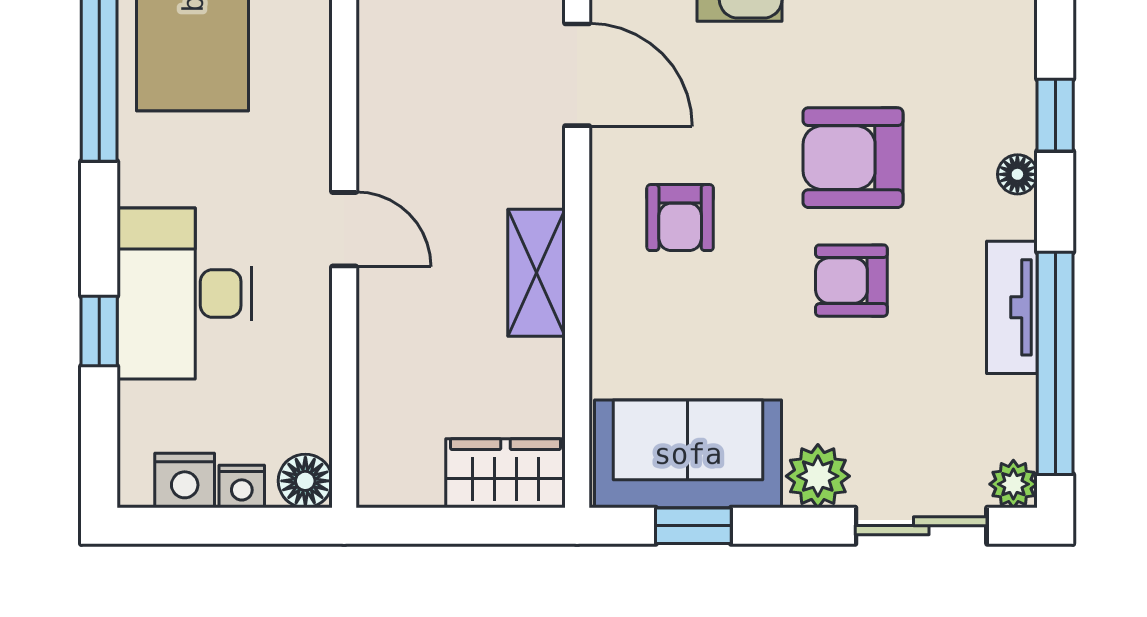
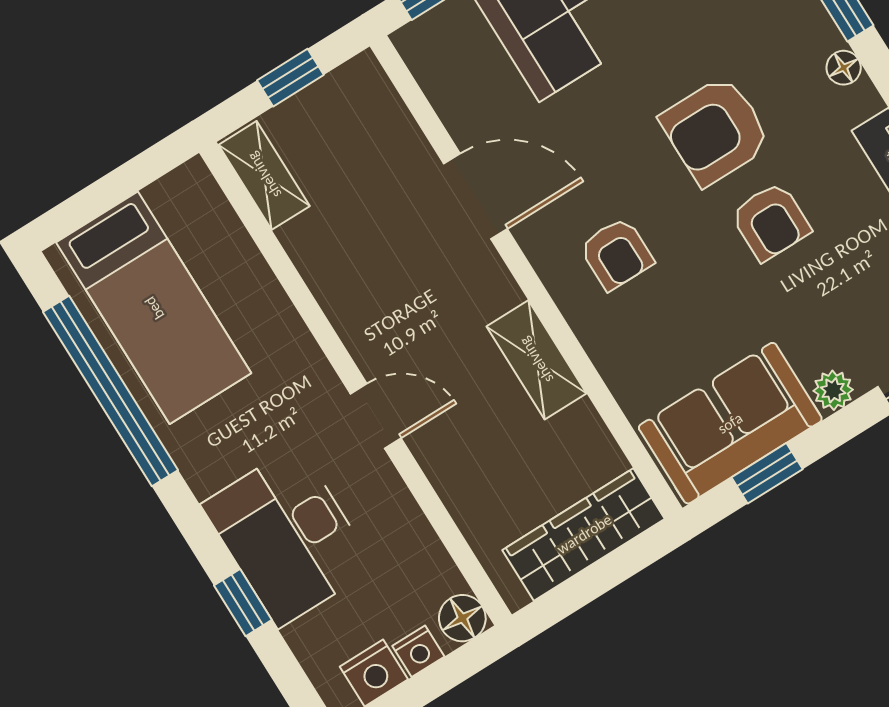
armchair: (851, 281) -> (771, 221), turned -90
wardrobe: (506, 473) -> (584, 534), width x1.50
plant: (818, 476) -> (833, 390), width x0.73, depth x0.73

